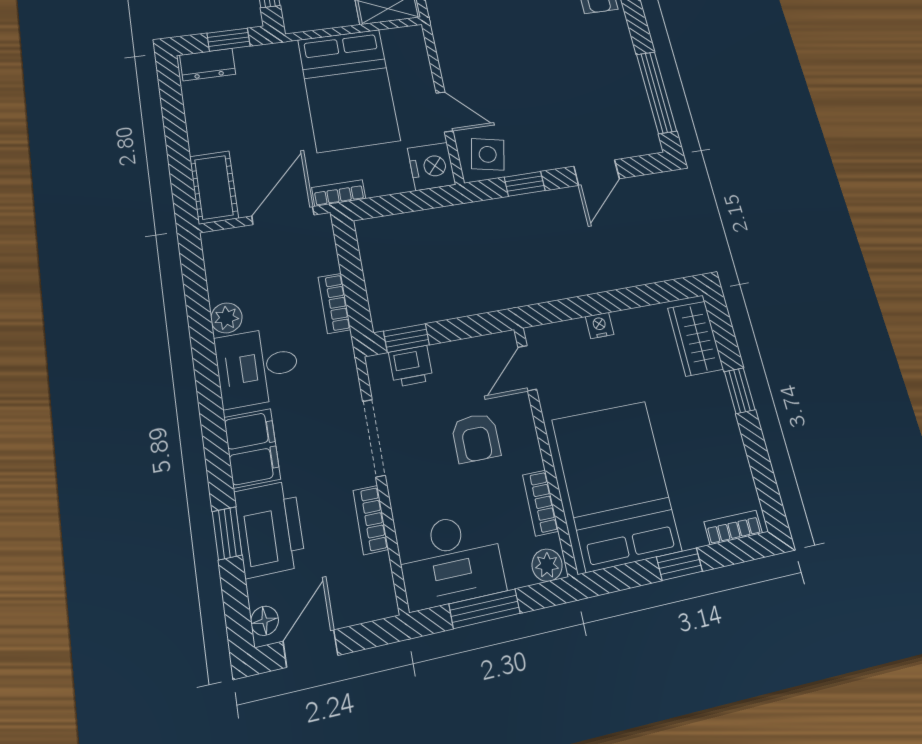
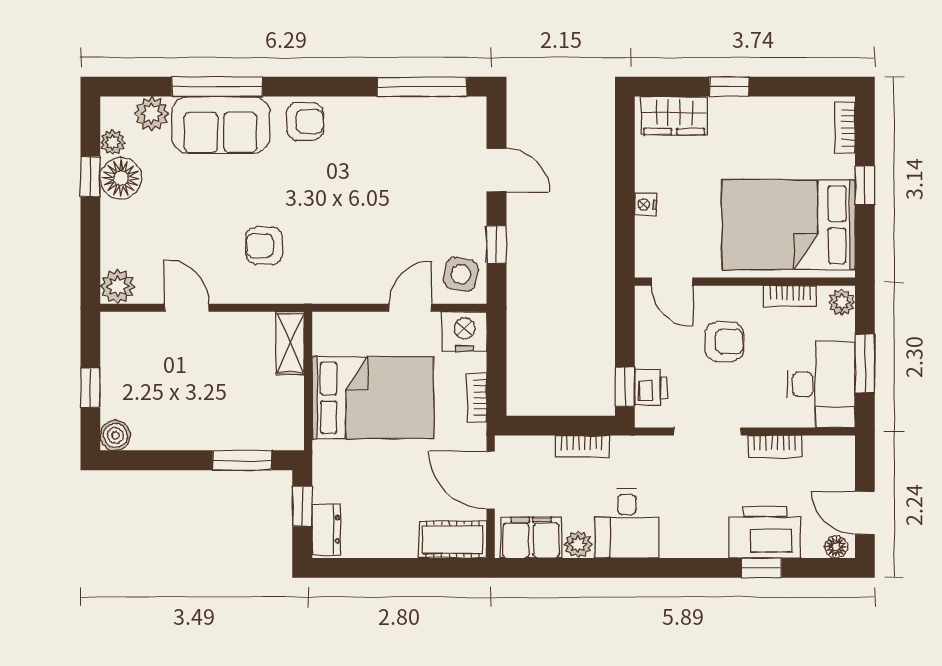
bookcase: (339, 193) -> (477, 398), moved
filing cabinet: (252, 448) -> (531, 538), moved

